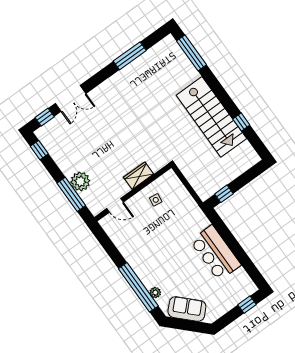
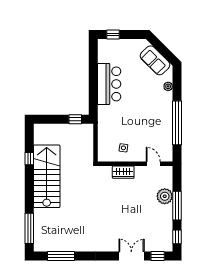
window: (130, 56) -> (61, 256), moved
window: (71, 194) -> (177, 206), moved
window: (138, 287) -> (177, 123), moved

